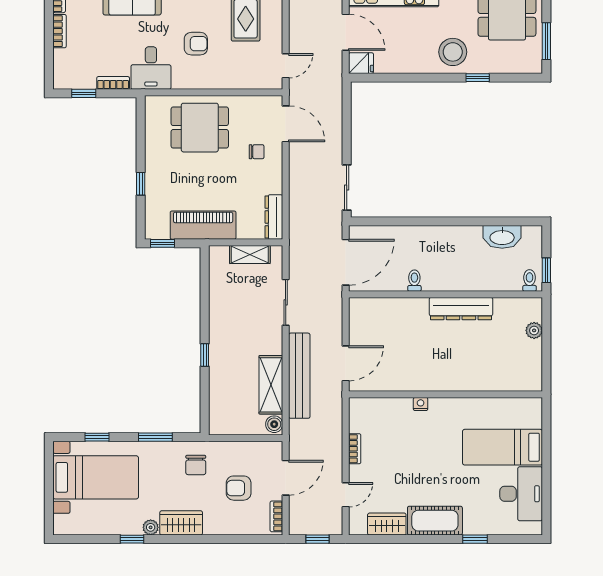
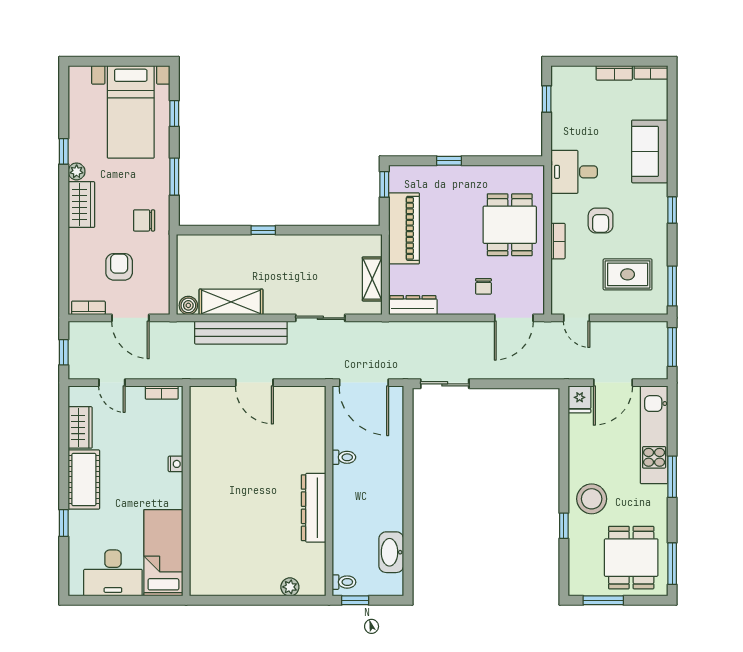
bookcase: (113, 83) -> (558, 241), moved
wall: (446, 394) -> (186, 491), moved
nightstand: (421, 404) -> (176, 464), moved

